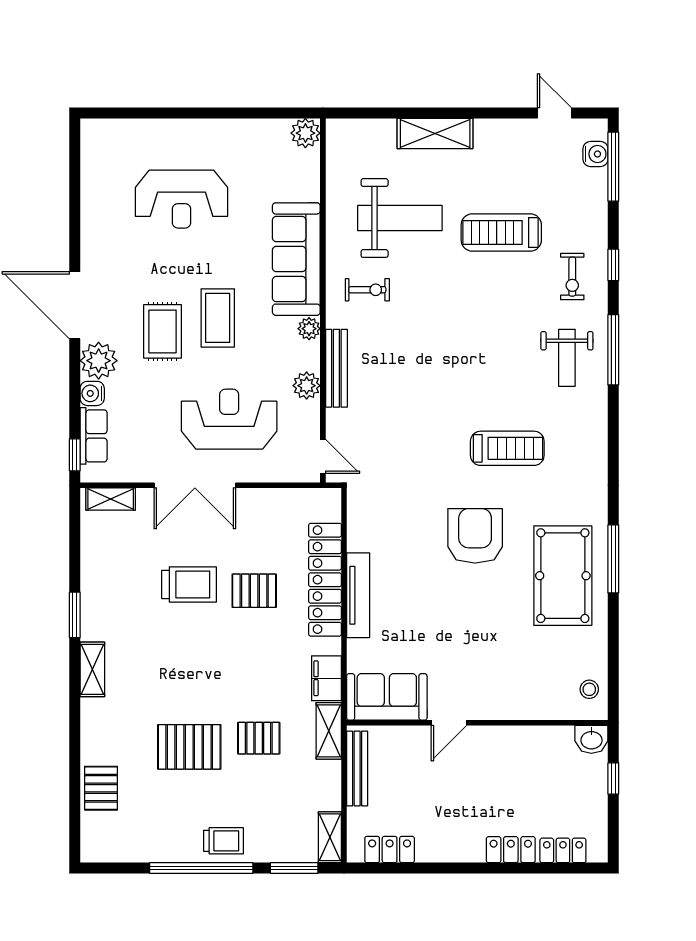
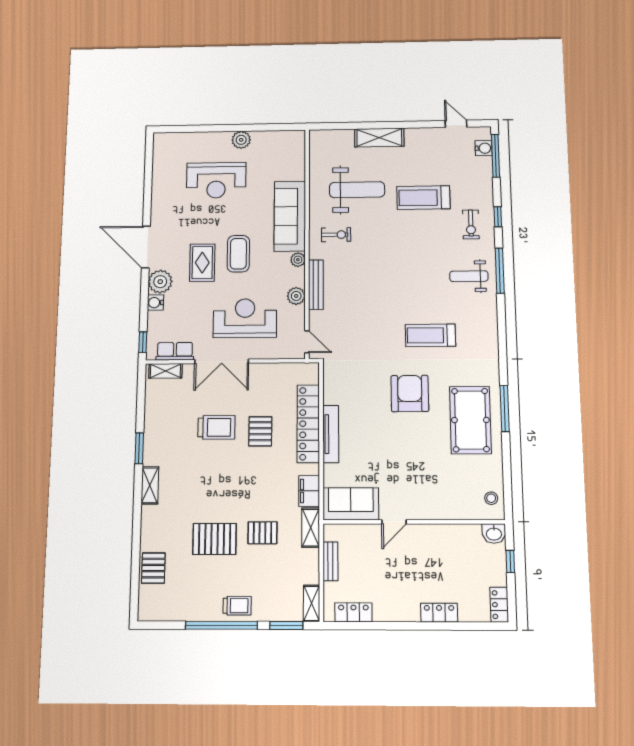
plant: (305, 133) -> (241, 140), moved
weight bench: (567, 358) -> (469, 276), turned 90
row of seats: (94, 436) -> (175, 351), moved, turned -90
treadmill: (507, 448) -> (430, 335), turned 180
pallet: (254, 591) -> (260, 431), turned 90
bench: (357, 769) -> (330, 561), width x0.73
locker: (563, 850) -> (499, 605), moved, turned -90

